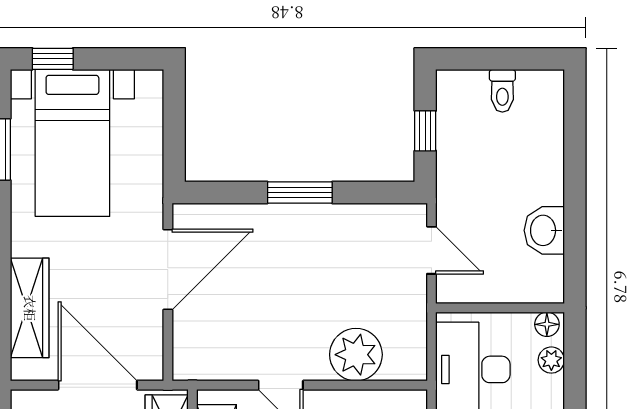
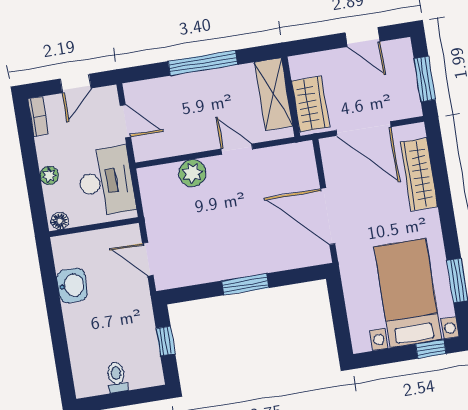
door: (168, 269) -> (328, 216), hinge flipped
plant: (356, 355) -> (192, 173), width x0.73, depth x0.73
plant: (551, 360) -> (49, 175), moved

